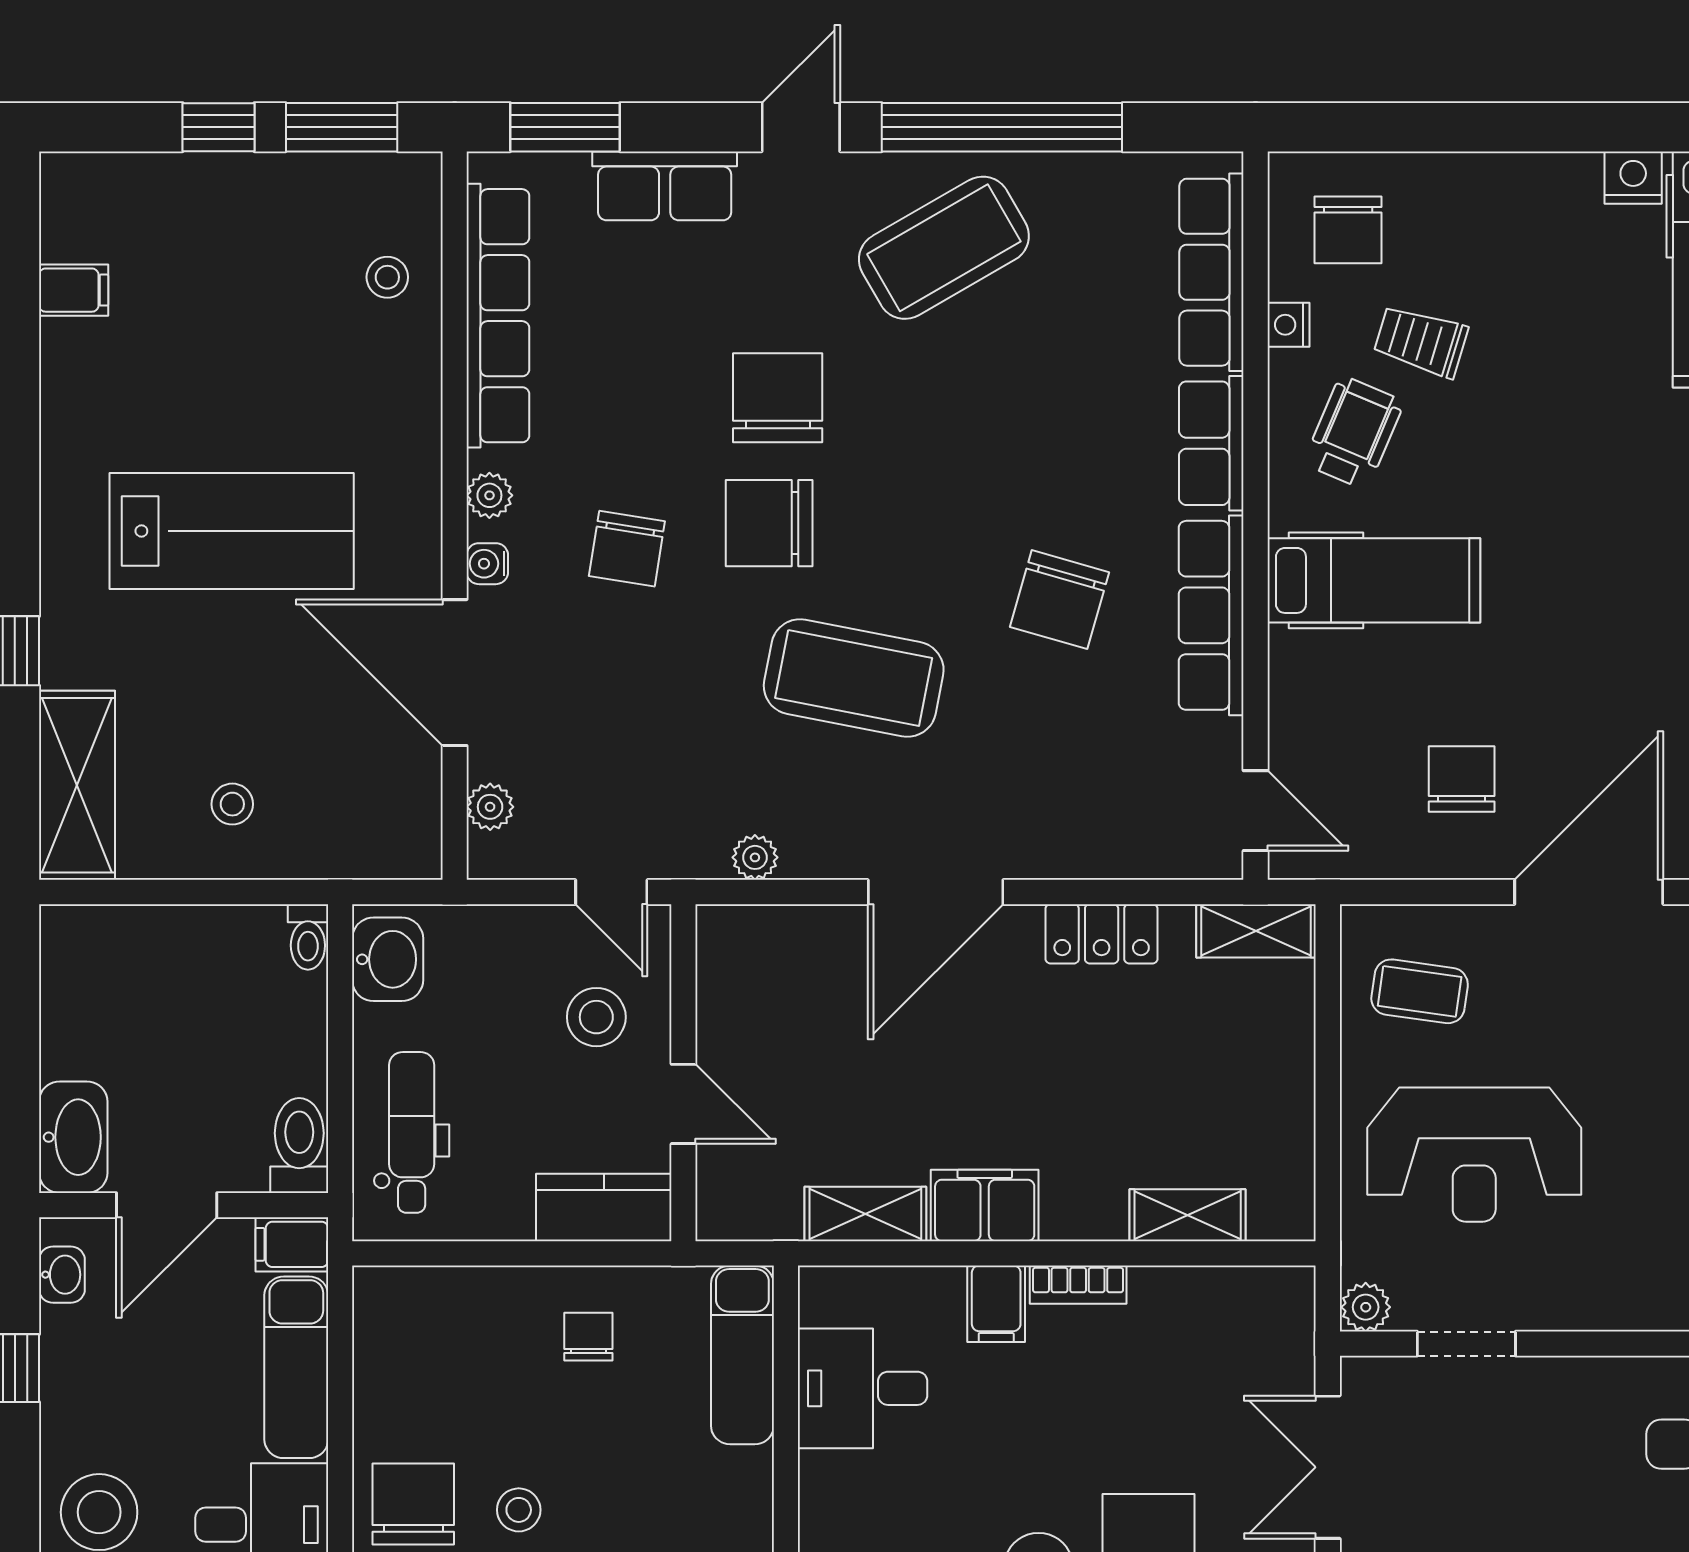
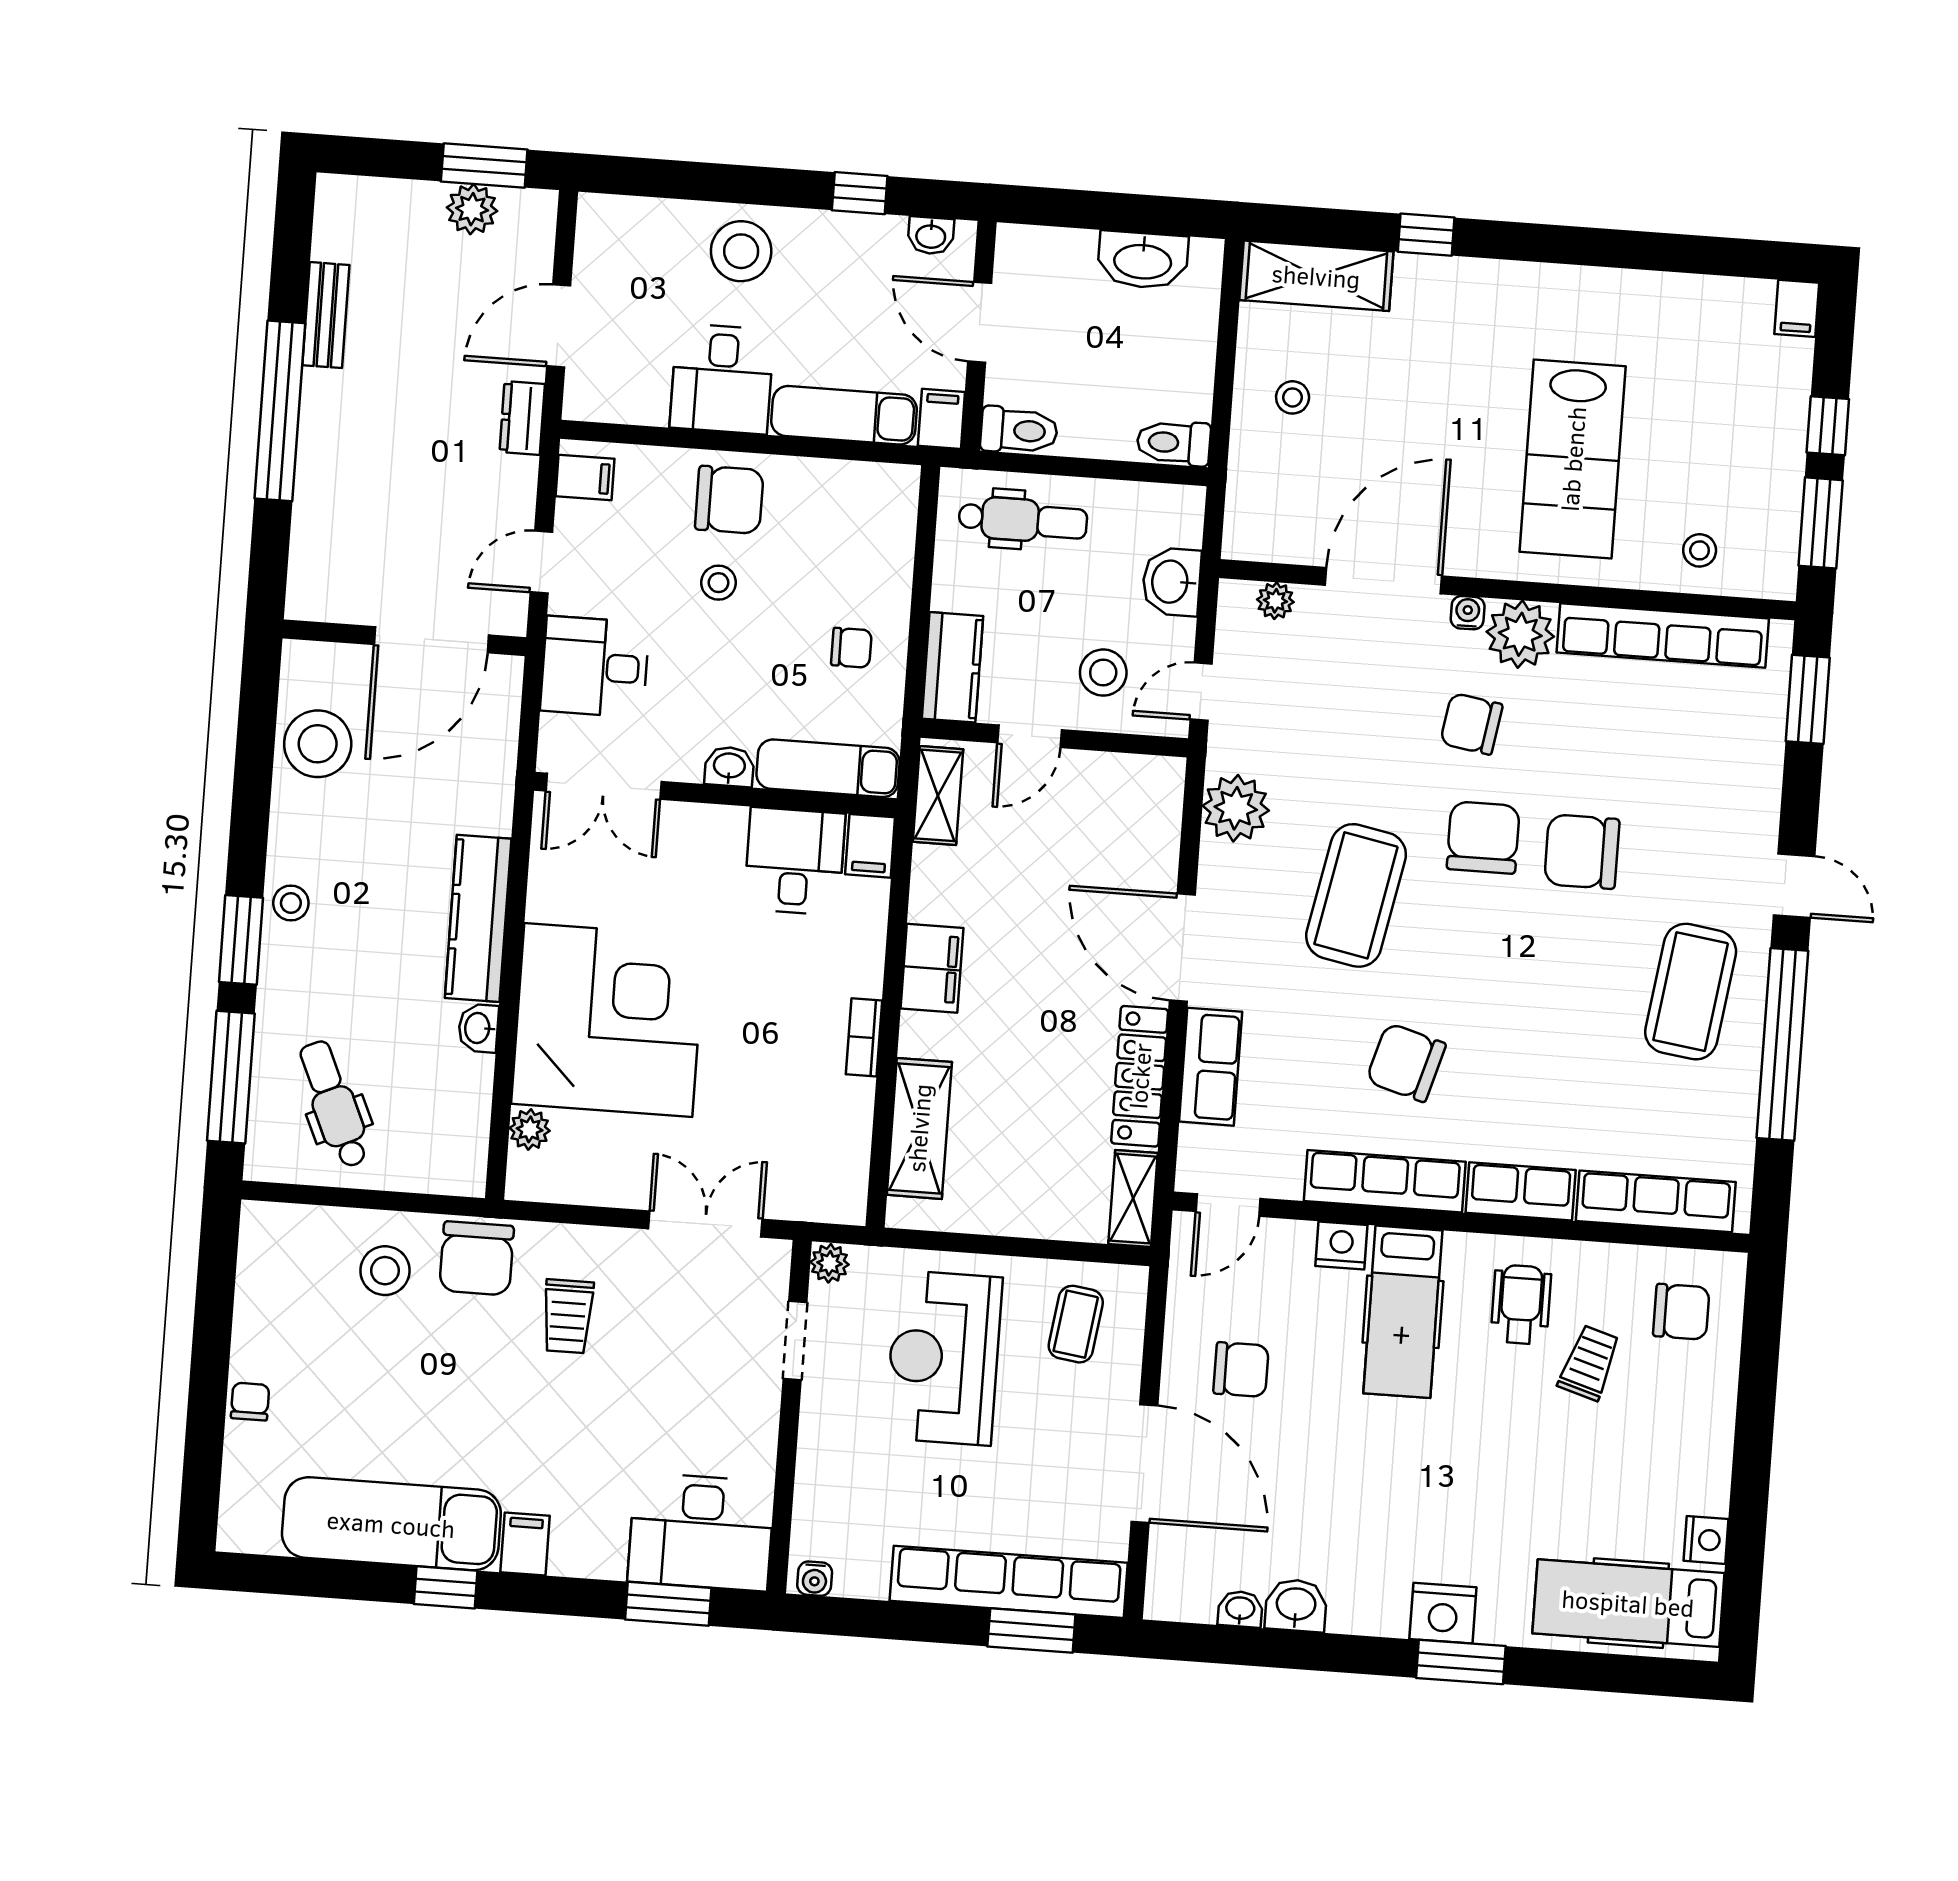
row of seats: (665, 186) -> (1211, 1067), moved, turned 180
chair: (1348, 230) -> (1681, 1312), turned 180
coffee table: (944, 248) -> (1691, 992), turned 38
filing cabinet: (74, 290) -> (1797, 308), moved
nightstand: (1289, 325) -> (1341, 1245), moved, width x1.39, depth x1.35
chair: (778, 398) -> (1582, 852), turned 180
wheelchair: (1354, 432) -> (1521, 1304), turned -113
plant: (489, 495) -> (1520, 634), width x1.87, depth x1.87
lab bench: (232, 531) -> (1573, 459), moved
plant: (755, 857) -> (1236, 808), width x1.88, depth x1.88
locker: (1102, 934) -> (1140, 1076), width x1.53
toilet: (308, 937) -> (1174, 443), width x1.37, depth x1.39
washbasin: (388, 959) -> (1172, 582), moved, turned 90
washbasin: (73, 1137) -> (1143, 260), moved
shelving: (865, 1214) -> (938, 795), moved
shelving: (1188, 1215) -> (919, 1128), width x1.50, depth x1.33
filing cabinet: (996, 1304) -> (870, 846), moved, turned -90
washbasin: (749, 1479) -> (729, 767), added

